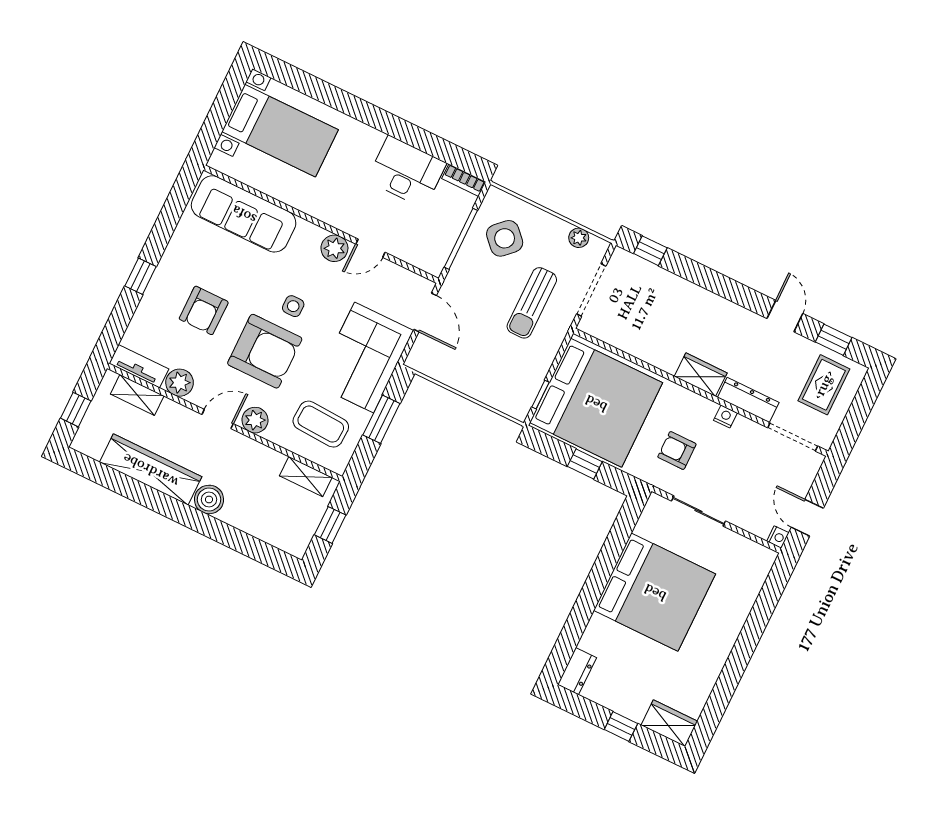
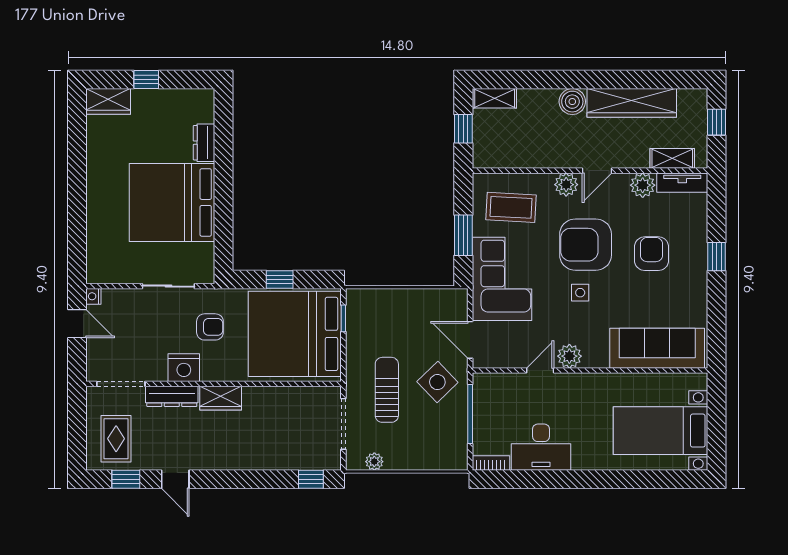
side table: (505, 238) -> (437, 382), moved
nightstand: (725, 417) -> (184, 368), width x1.89, depth x1.79
shelving: (306, 477) -> (495, 98), moved
dresser: (577, 671) -> (204, 143), moved

